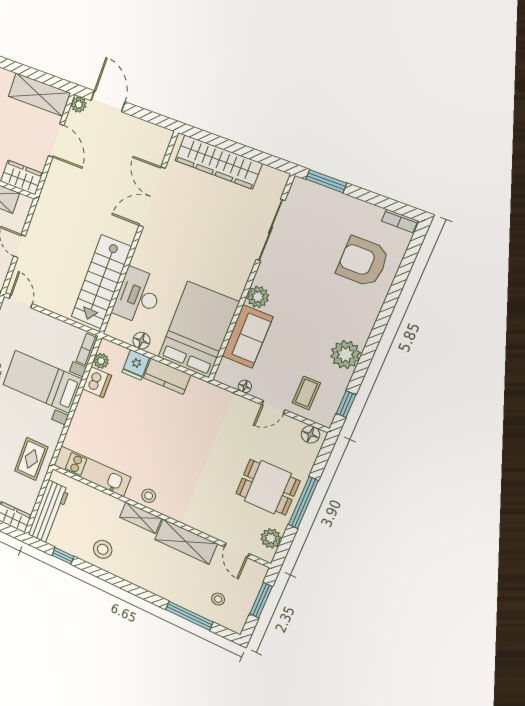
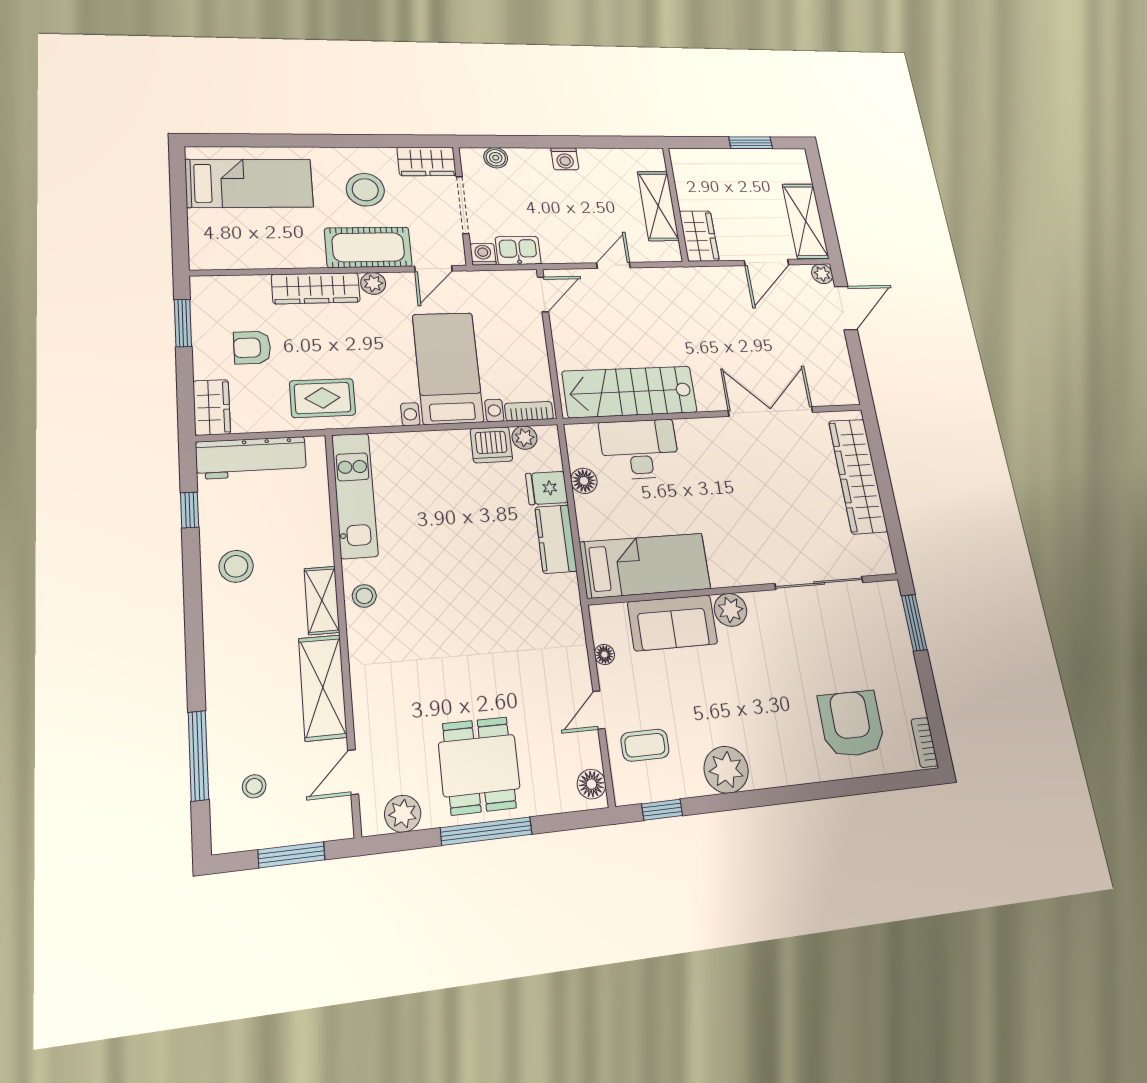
bed: (198, 330) -> (645, 565), width x0.67
door: (273, 407) -> (599, 710), hinge flipped

